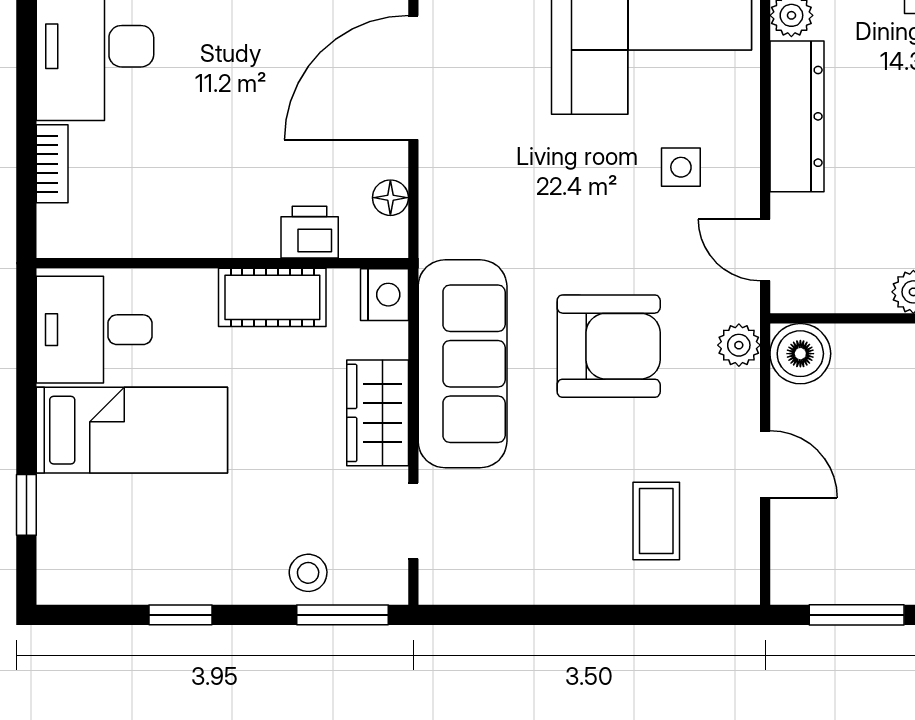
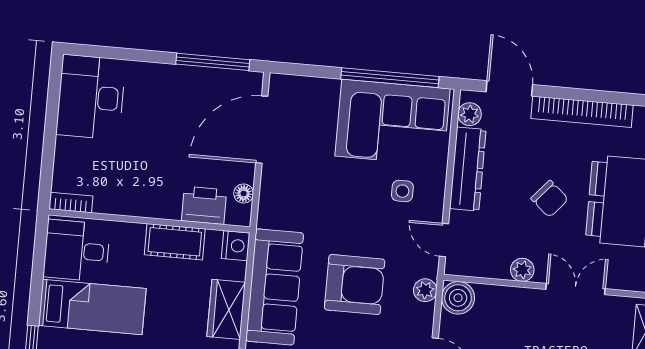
bookcase: (52, 164) -> (71, 203), moved, turned -90
printer: (310, 232) -> (204, 205), width x1.36, depth x1.24

